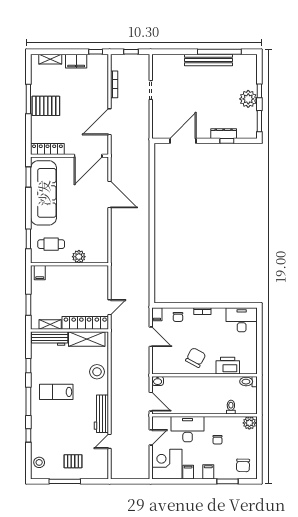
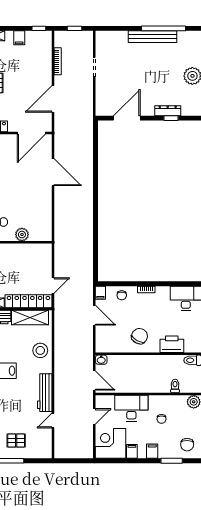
filing cabinet: (76, 61) -> (19, 38), width x0.50

